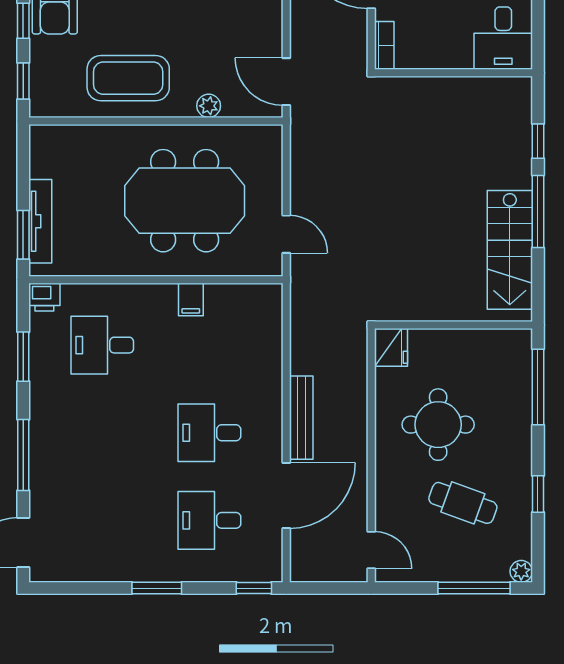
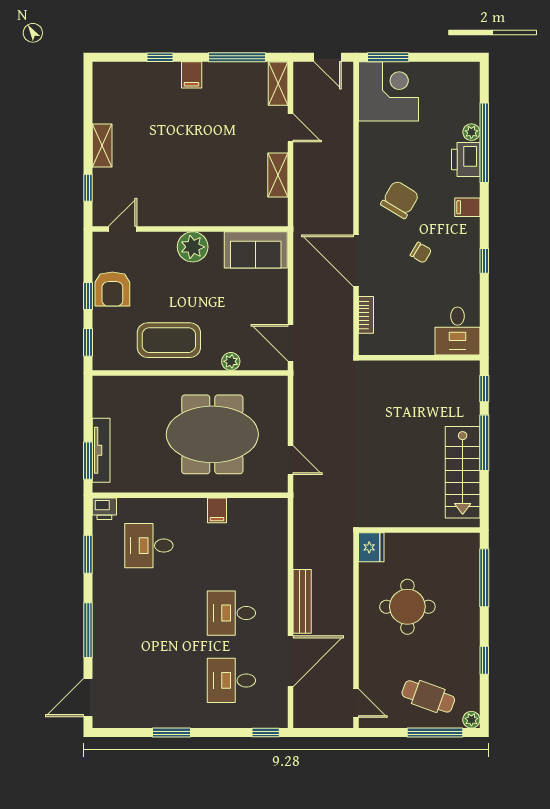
desk: (503, 38) -> (458, 331), moved
wall: (453, 73) -> (419, 358), moved
cafe table: (463, 503) -> (428, 696), moved
window: (157, 588) -> (171, 733), moved

